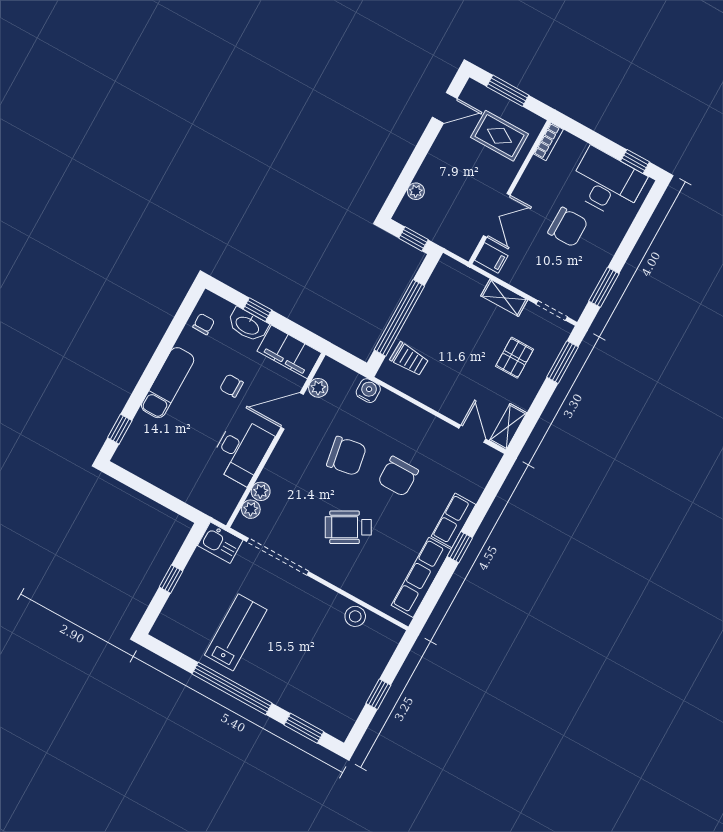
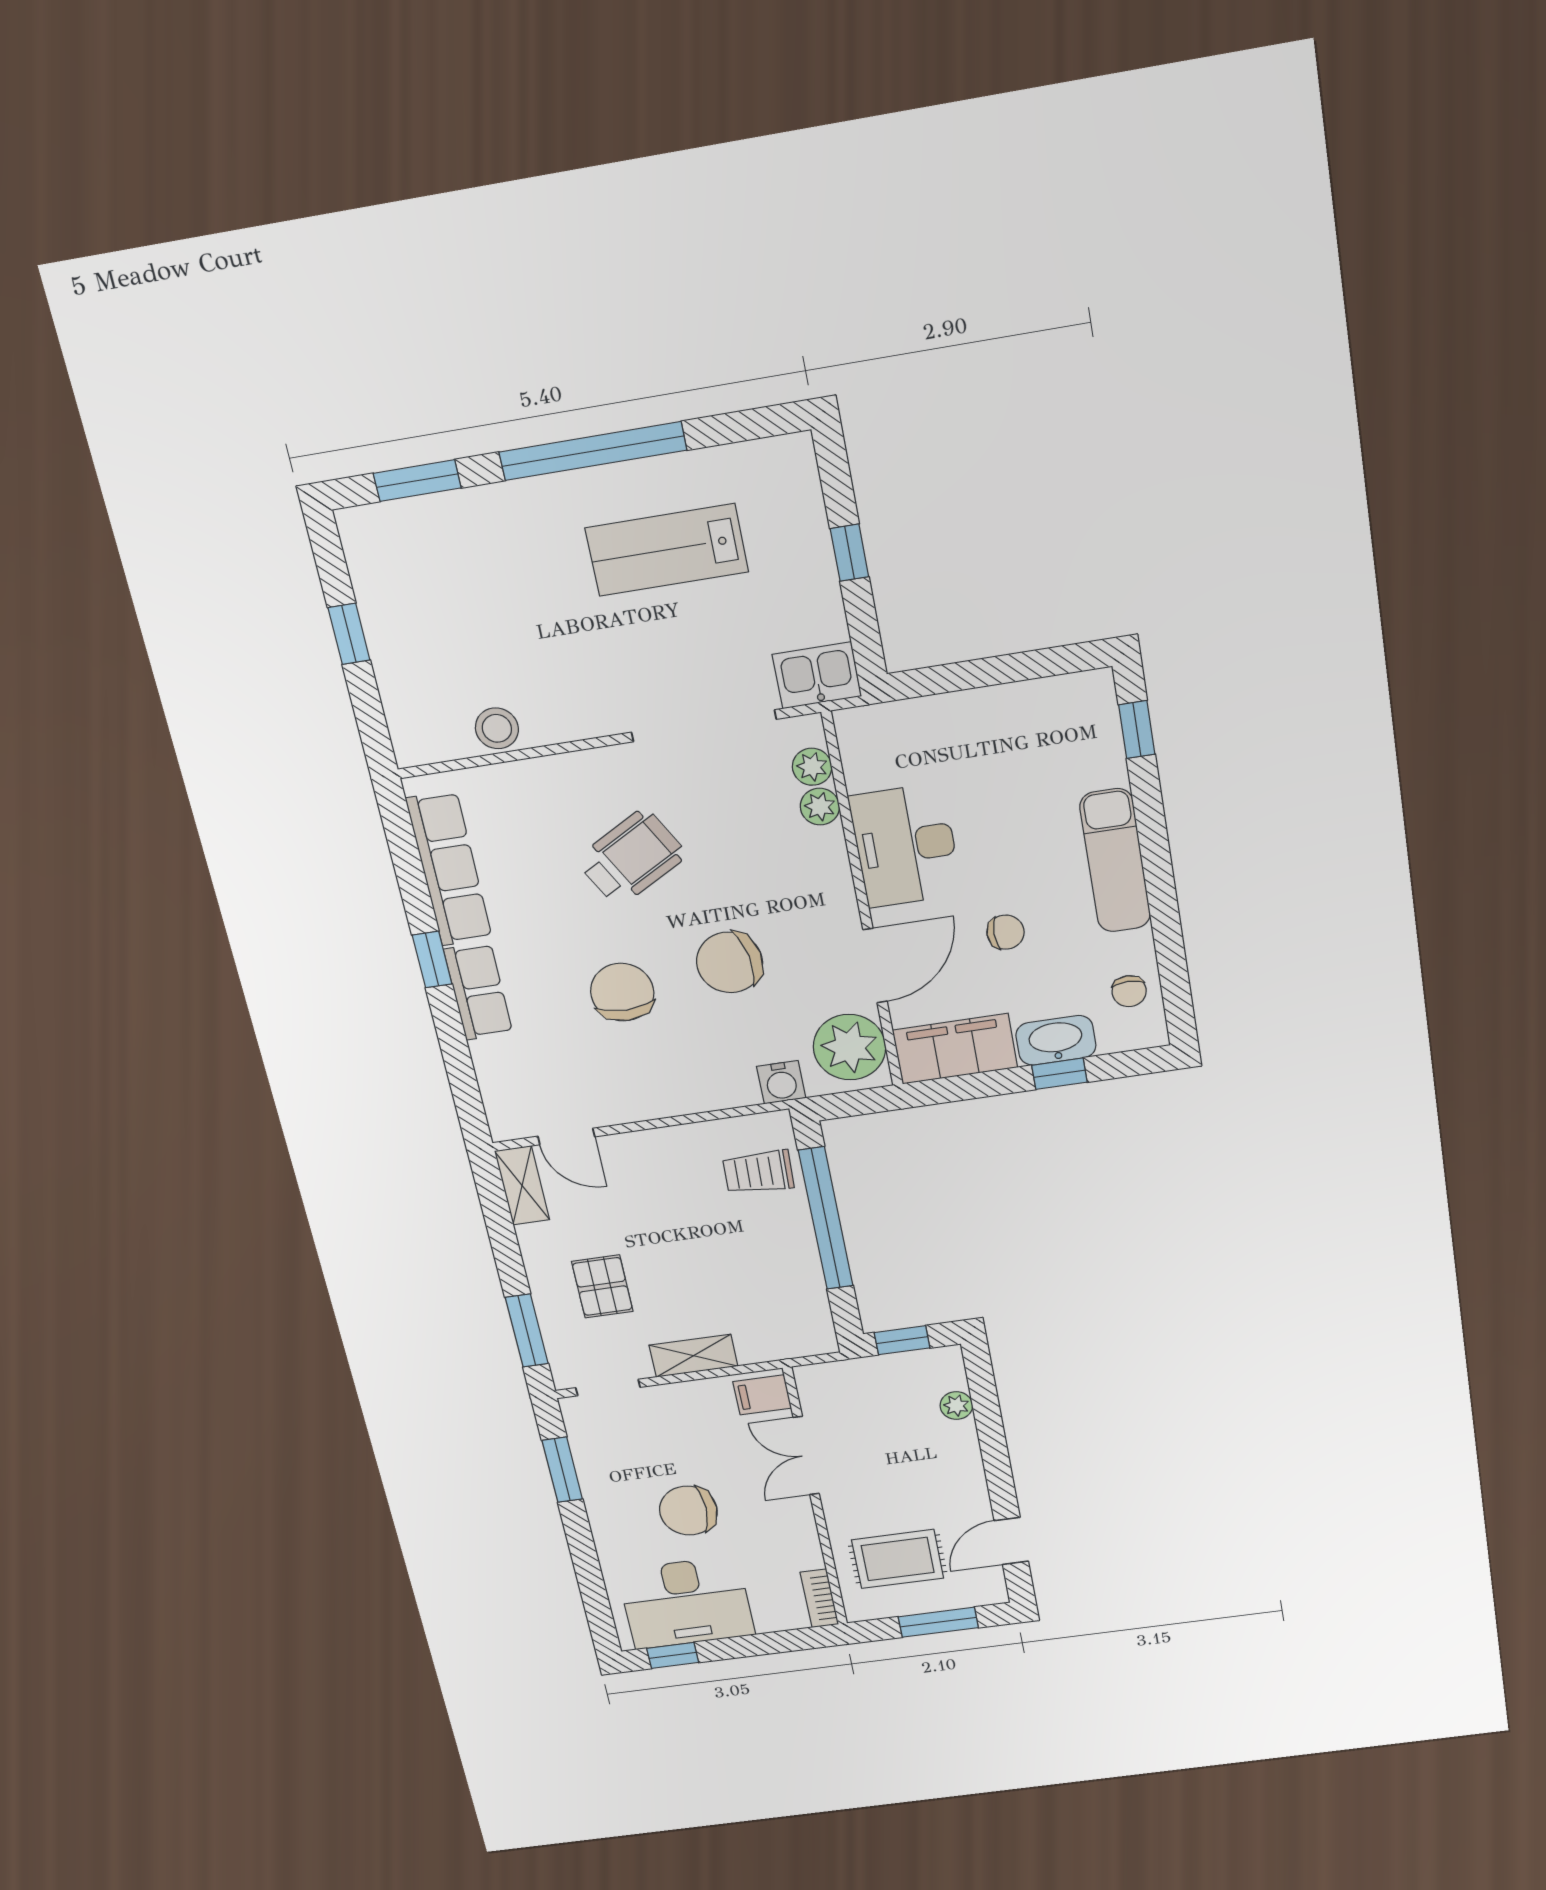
plant: (318, 388) -> (850, 1047), width x1.87, depth x1.87
lab bench: (236, 632) -> (667, 550), turned 90

